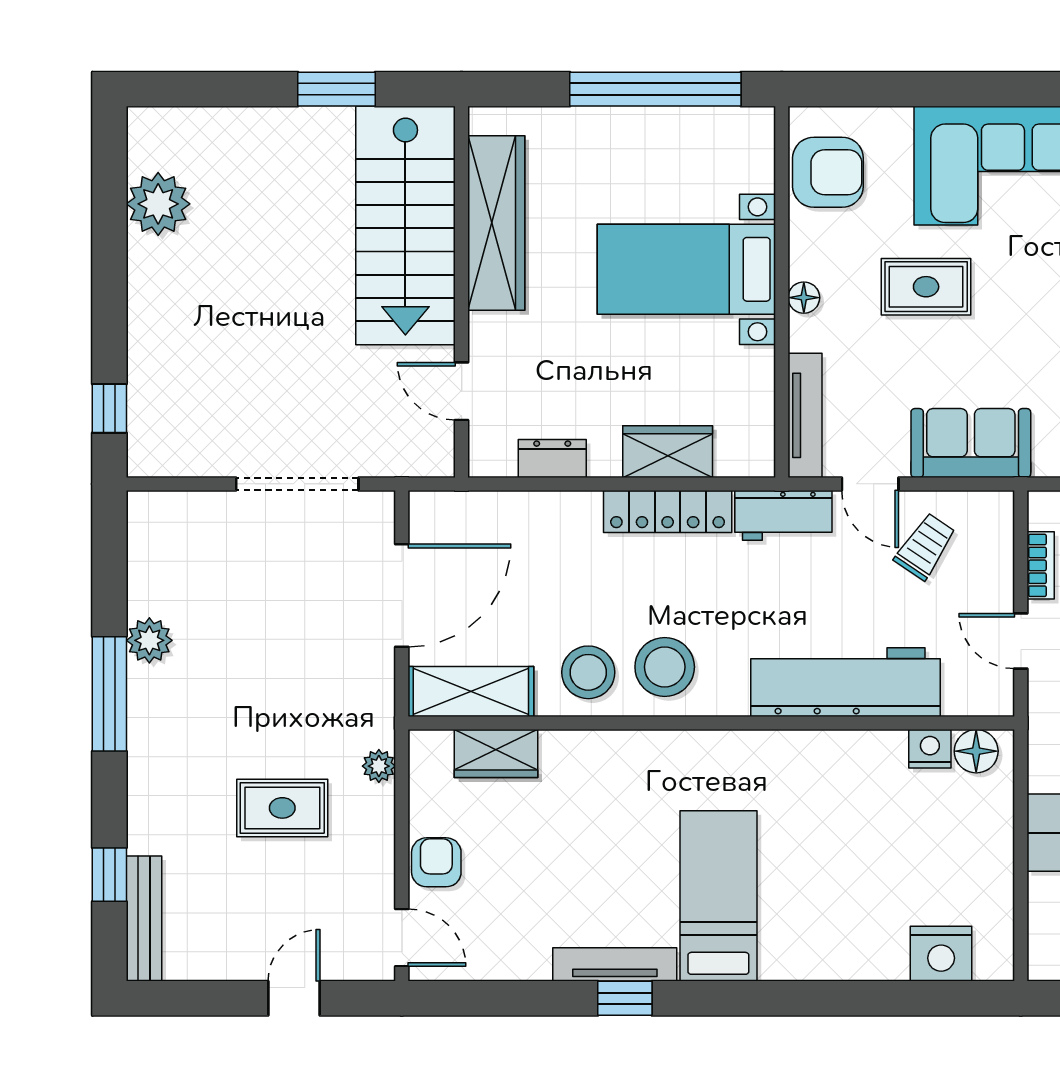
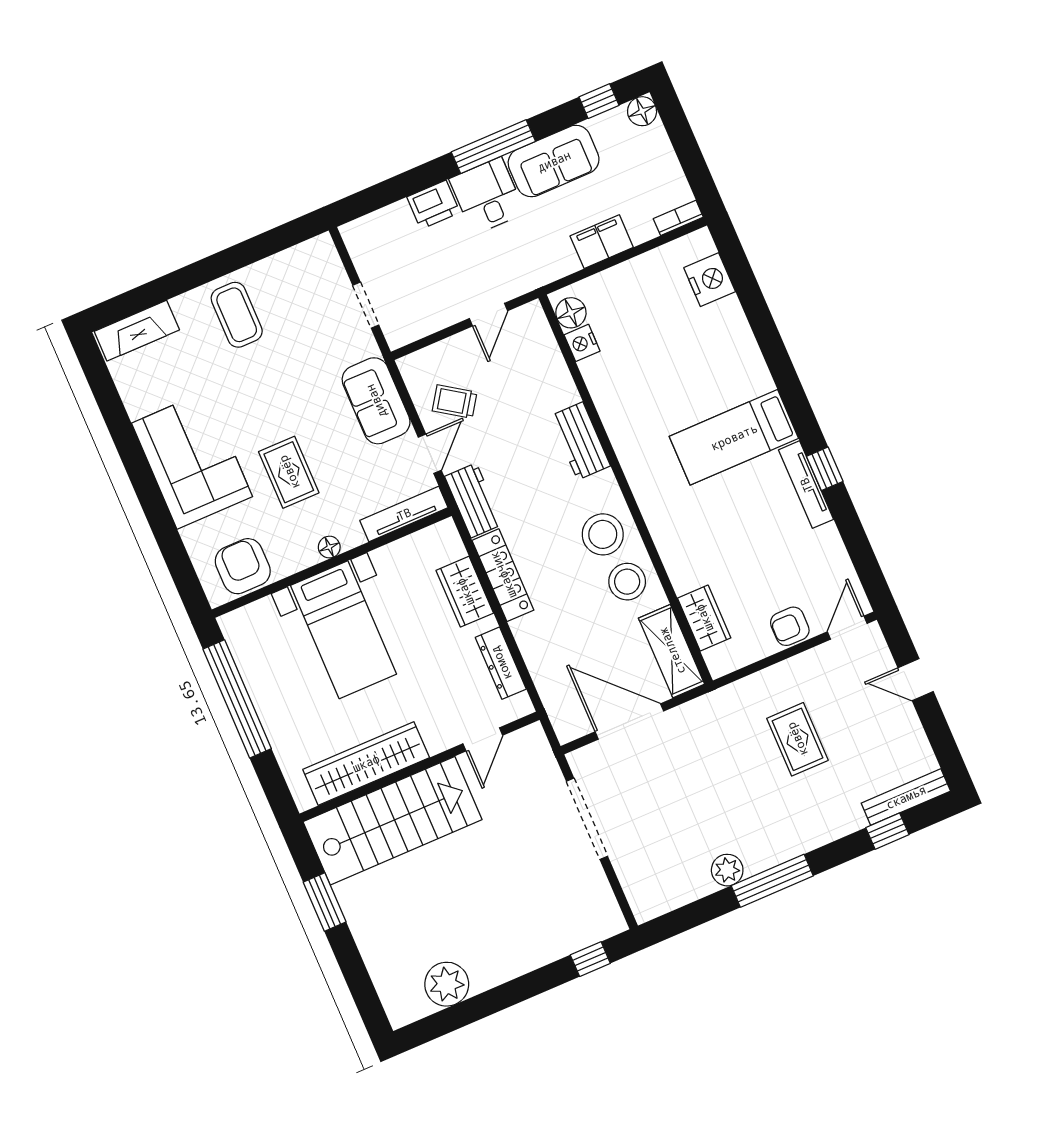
dresser: (552, 458) -> (501, 663), width x1.44
bookcase: (1041, 565) -> (678, 218), moved
workbench: (846, 682) -> (580, 441), width x0.53, depth x0.76
plant: (379, 766) -> (744, 689), removed

